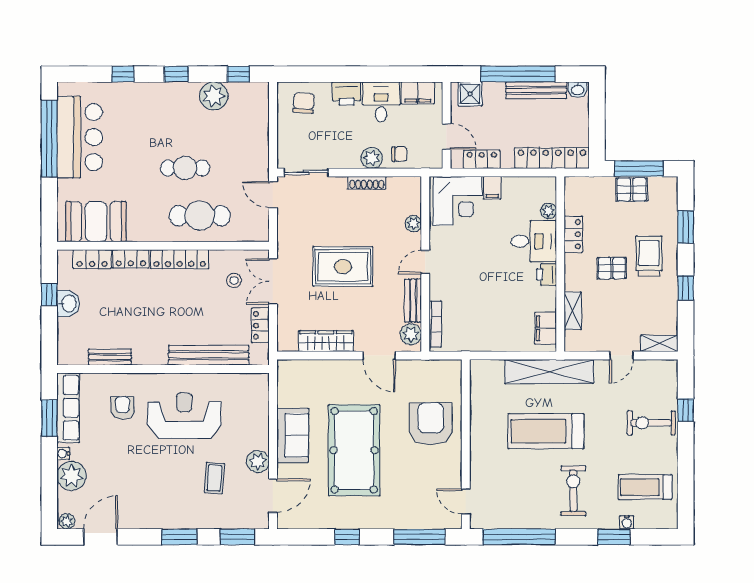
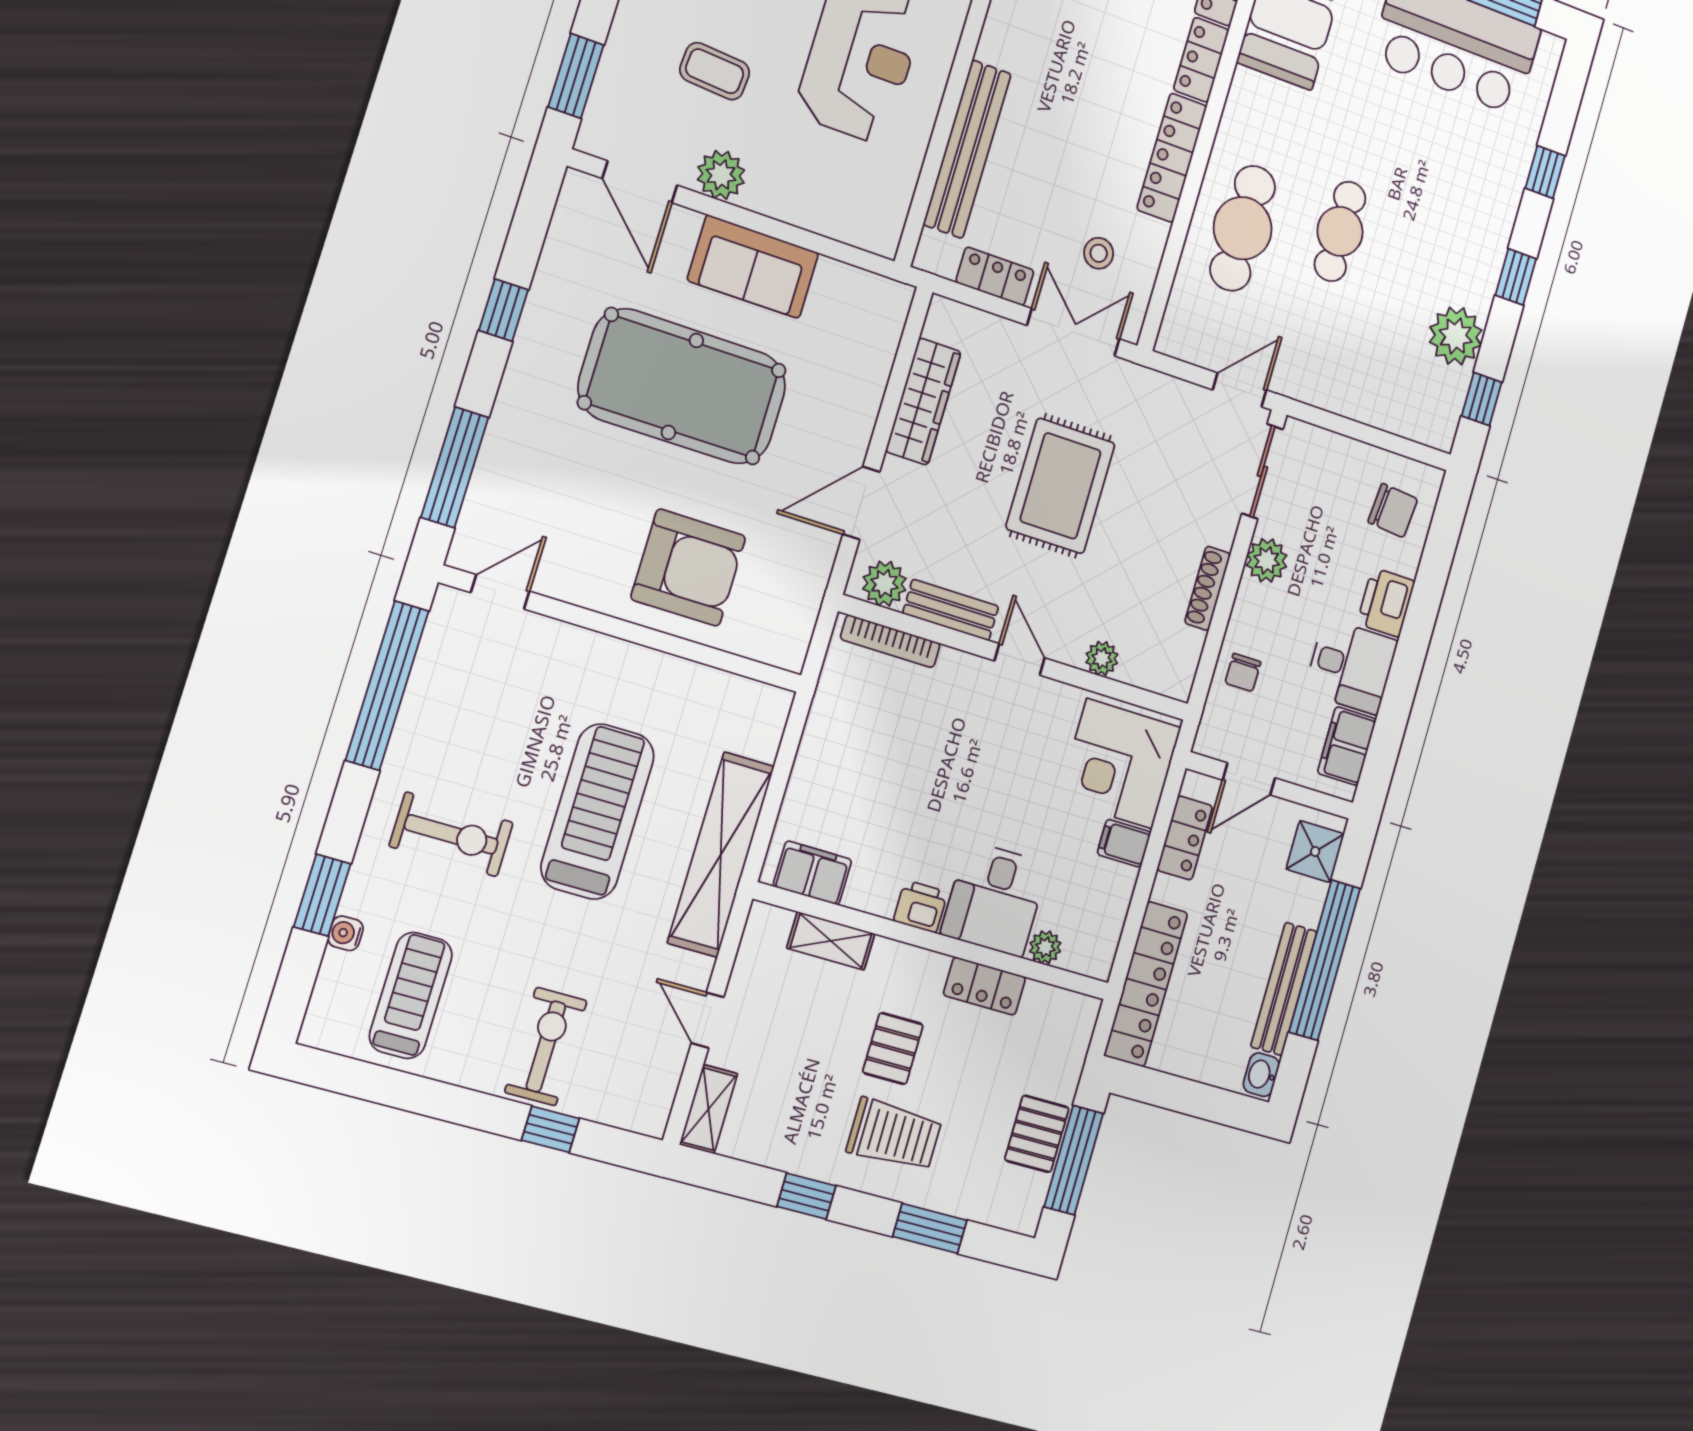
plant: (372, 158) -> (1267, 560), moved

